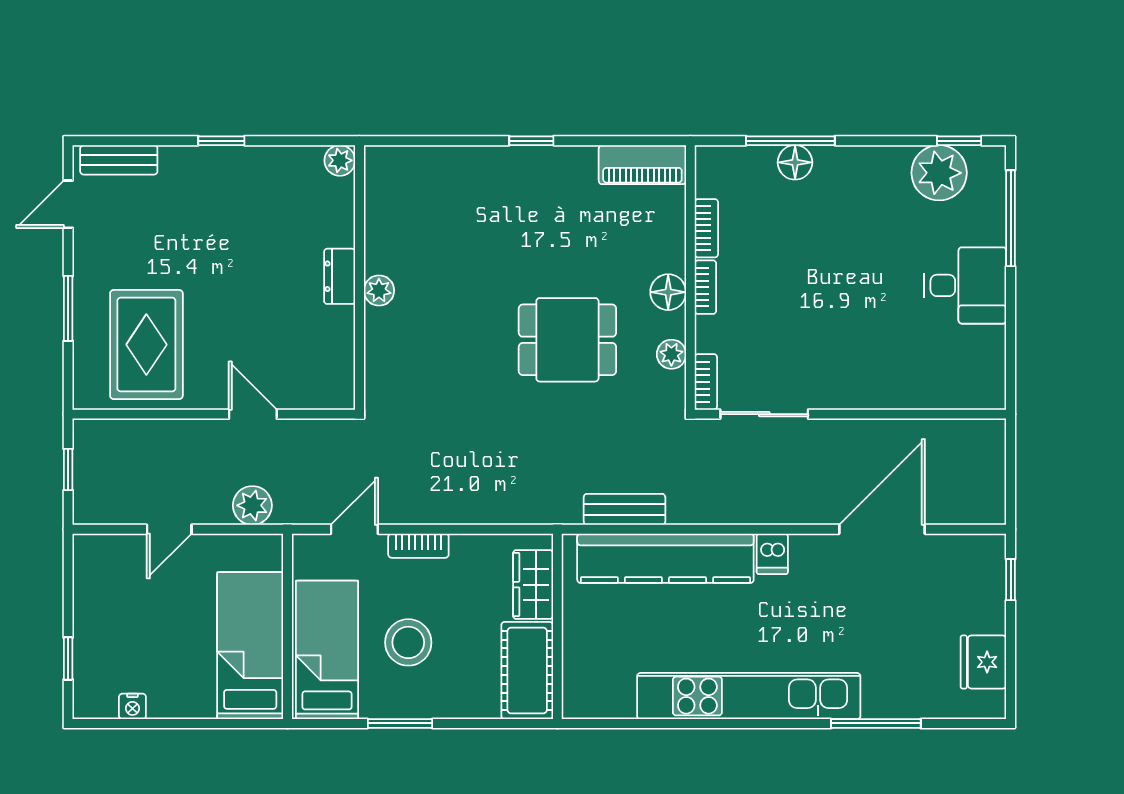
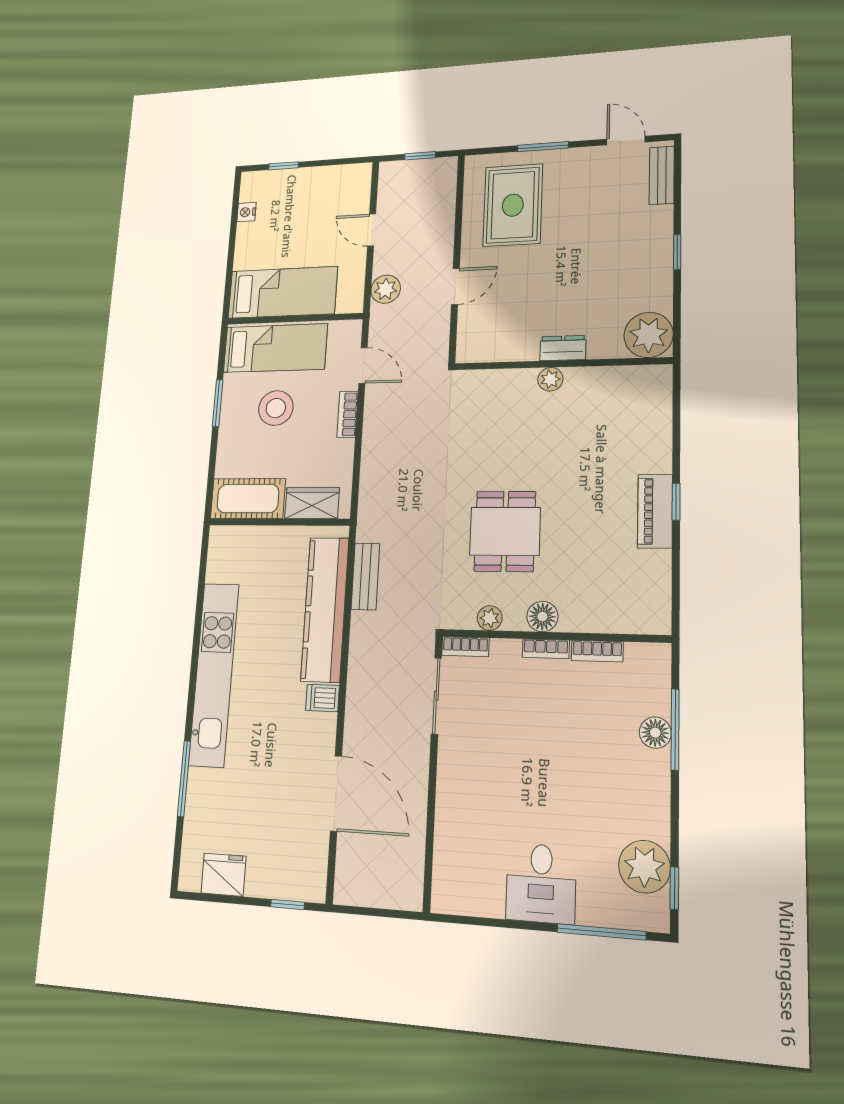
plant: (340, 160) -> (649, 335), width x1.87, depth x1.87
piano: (642, 165) -> (655, 511), moved
rug: (146, 345) -> (513, 205), turned 90

